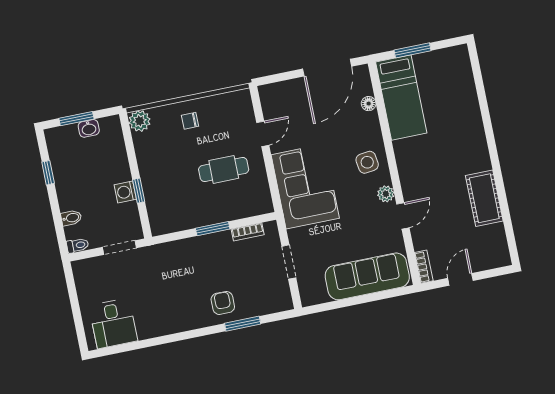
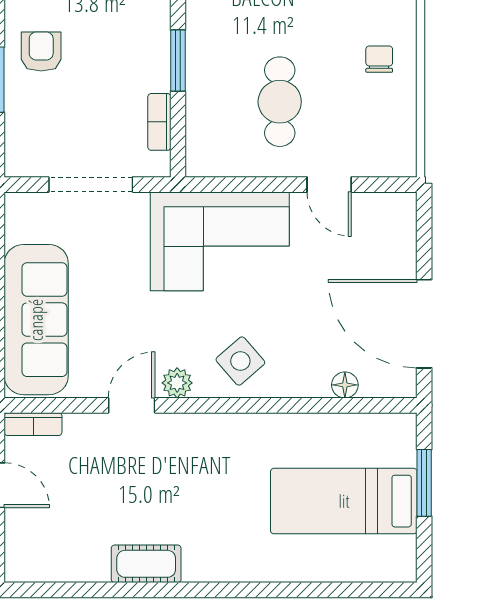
bed: (401, 98) -> (344, 501), moved
side table: (367, 162) -> (240, 361), turned -33
cot: (484, 198) -> (146, 564), width x0.73, depth x0.75
door: (403, 216) -> (132, 405), swing flipped
doorway: (289, 262) -> (91, 185), width x1.38
armchair: (223, 303) -> (41, 52), turned -90

